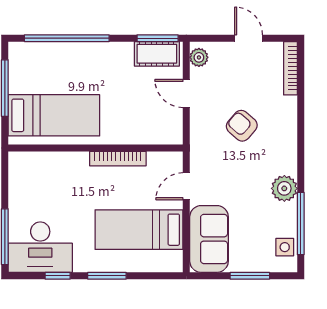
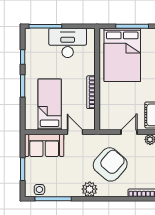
bed: (54, 115) -> (122, 55), width x1.50
armchair: (242, 126) -> (110, 164), width x1.88, depth x1.88
plant: (284, 188) -> (90, 189), moved
desk: (40, 247) -> (68, 43), moved, turned 90

